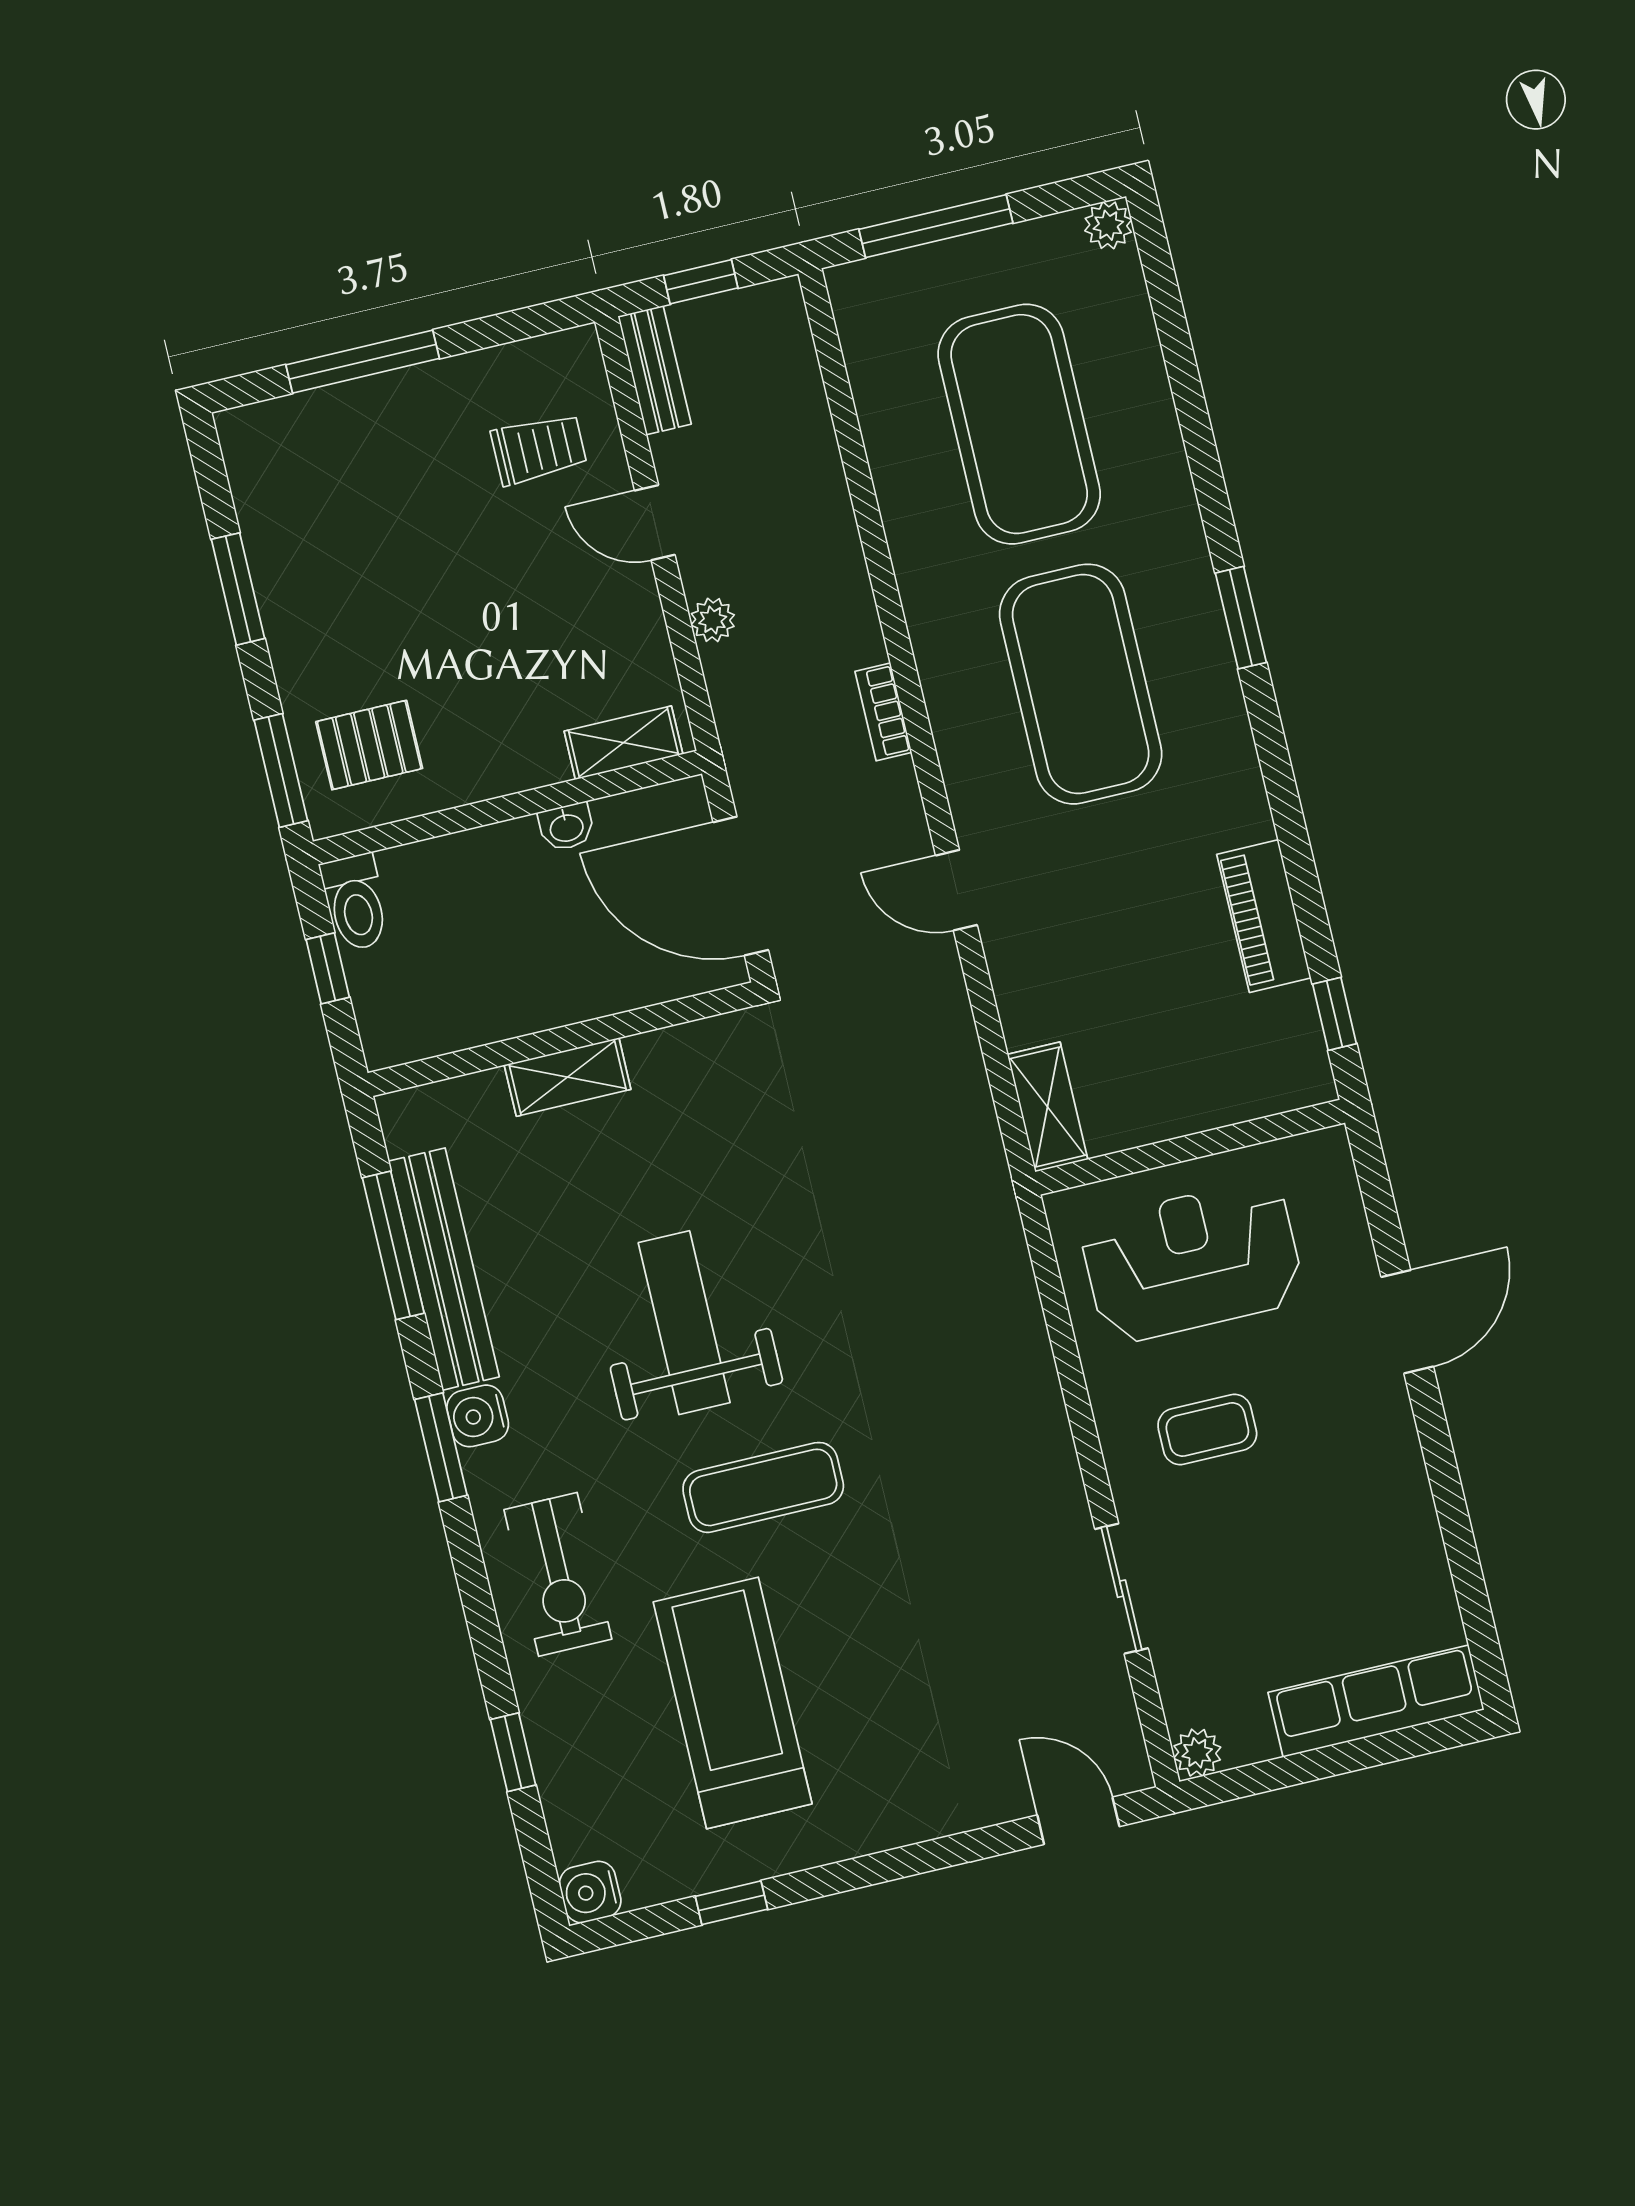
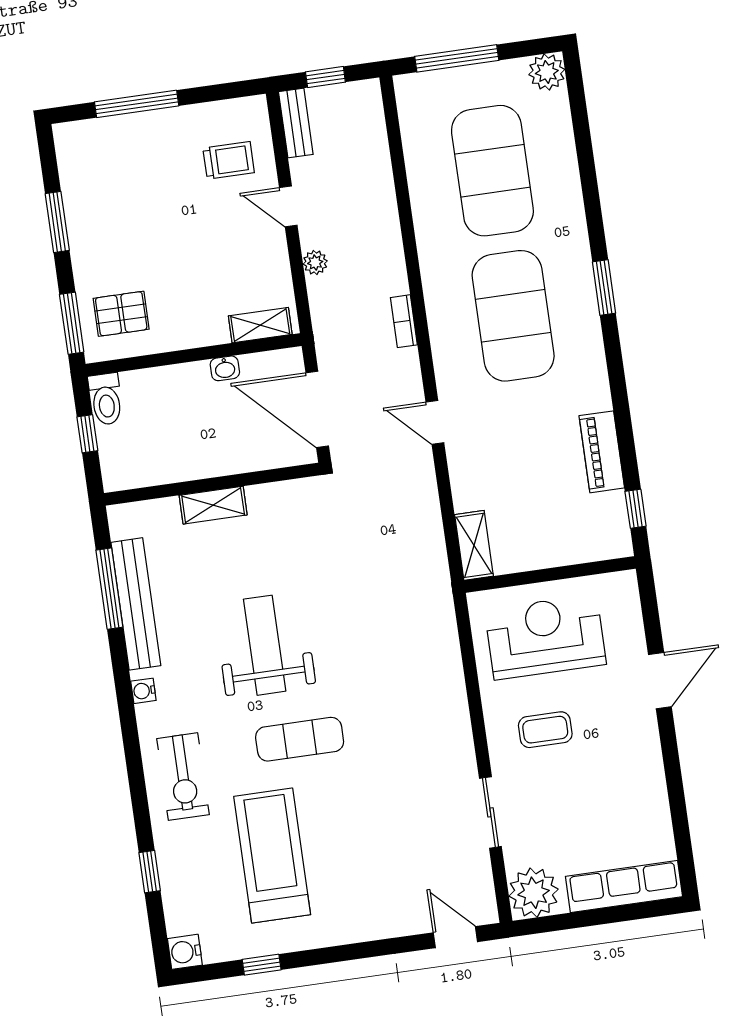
plant: (1108, 225) -> (547, 72), width x1.38, depth x1.38
water cooler: (478, 1416) -> (143, 691), width x0.72, depth x0.72
window: (441, 1447) -> (125, 701), removed
plant: (1197, 1753) -> (534, 893), width x1.87, depth x1.87

